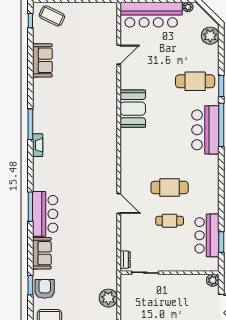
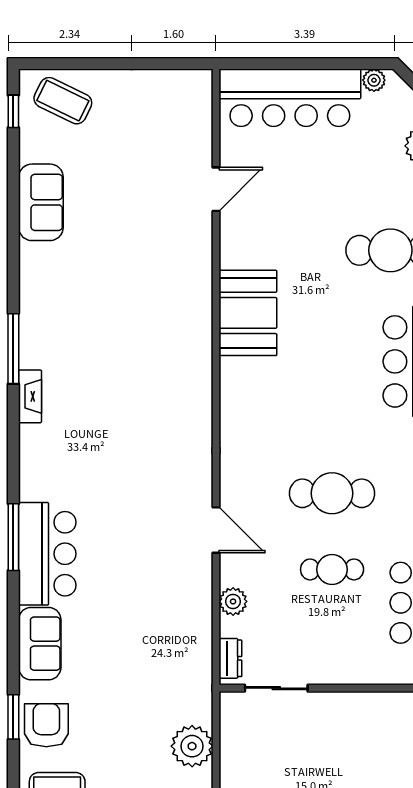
plant: (126, 235) -> (233, 601), added

